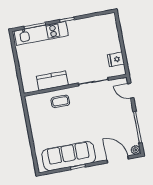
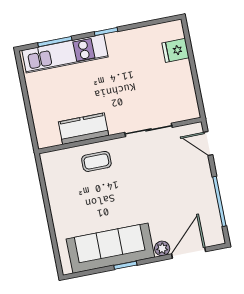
fridge: (116, 59) -> (176, 50), moved
plant: (136, 150) -> (162, 248), moved
door: (118, 159) -> (189, 253), hinge flipped

